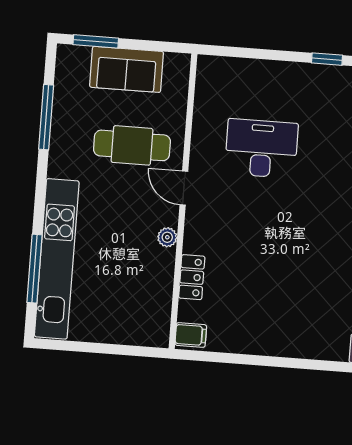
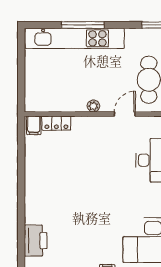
window: (35, 269) -> (83, 25), moved
locker: (192, 277) -> (56, 123), moved

